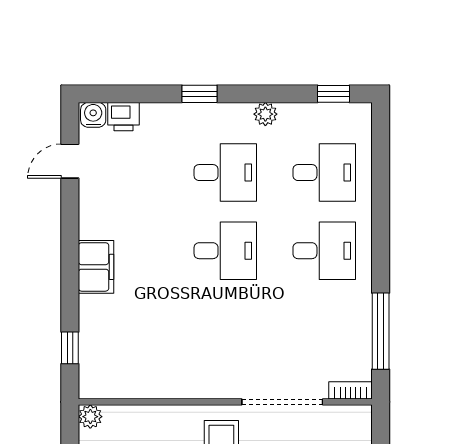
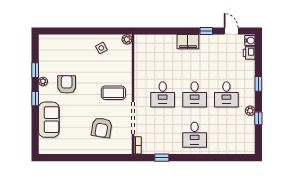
window: (333, 94) -> (258, 118), moved
desk: (324, 173) -> (163, 94), moved
window: (381, 331) -> (162, 158), width x0.46
window: (70, 348) -> (206, 31), moved

